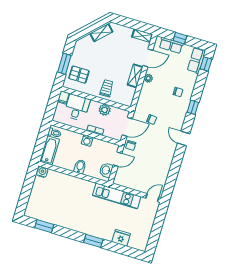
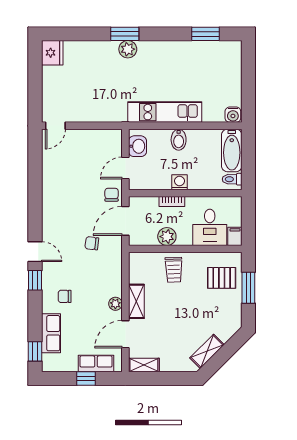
row of seats: (196, 60) -> (51, 333), moved
door: (184, 139) -> (35, 252), moved
kitchen unit: (117, 196) -> (165, 112), moved
plant: (94, 231) -> (128, 49), added
fridge: (121, 238) -> (52, 53), moved, turned -90

